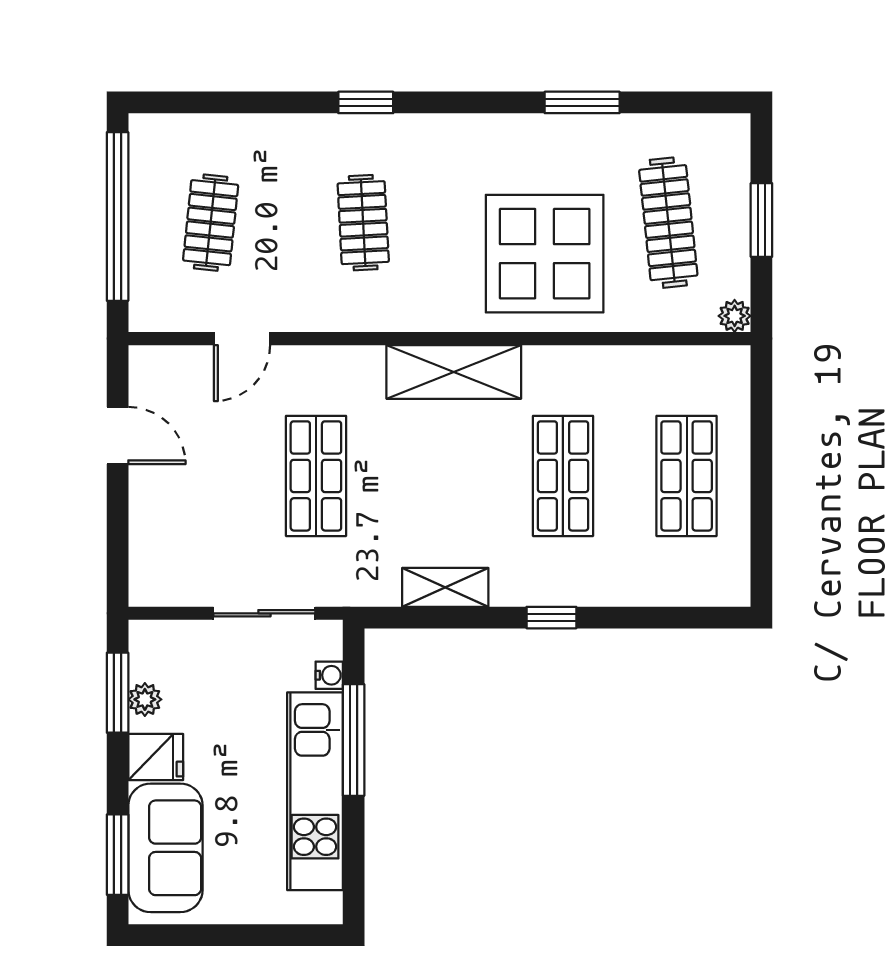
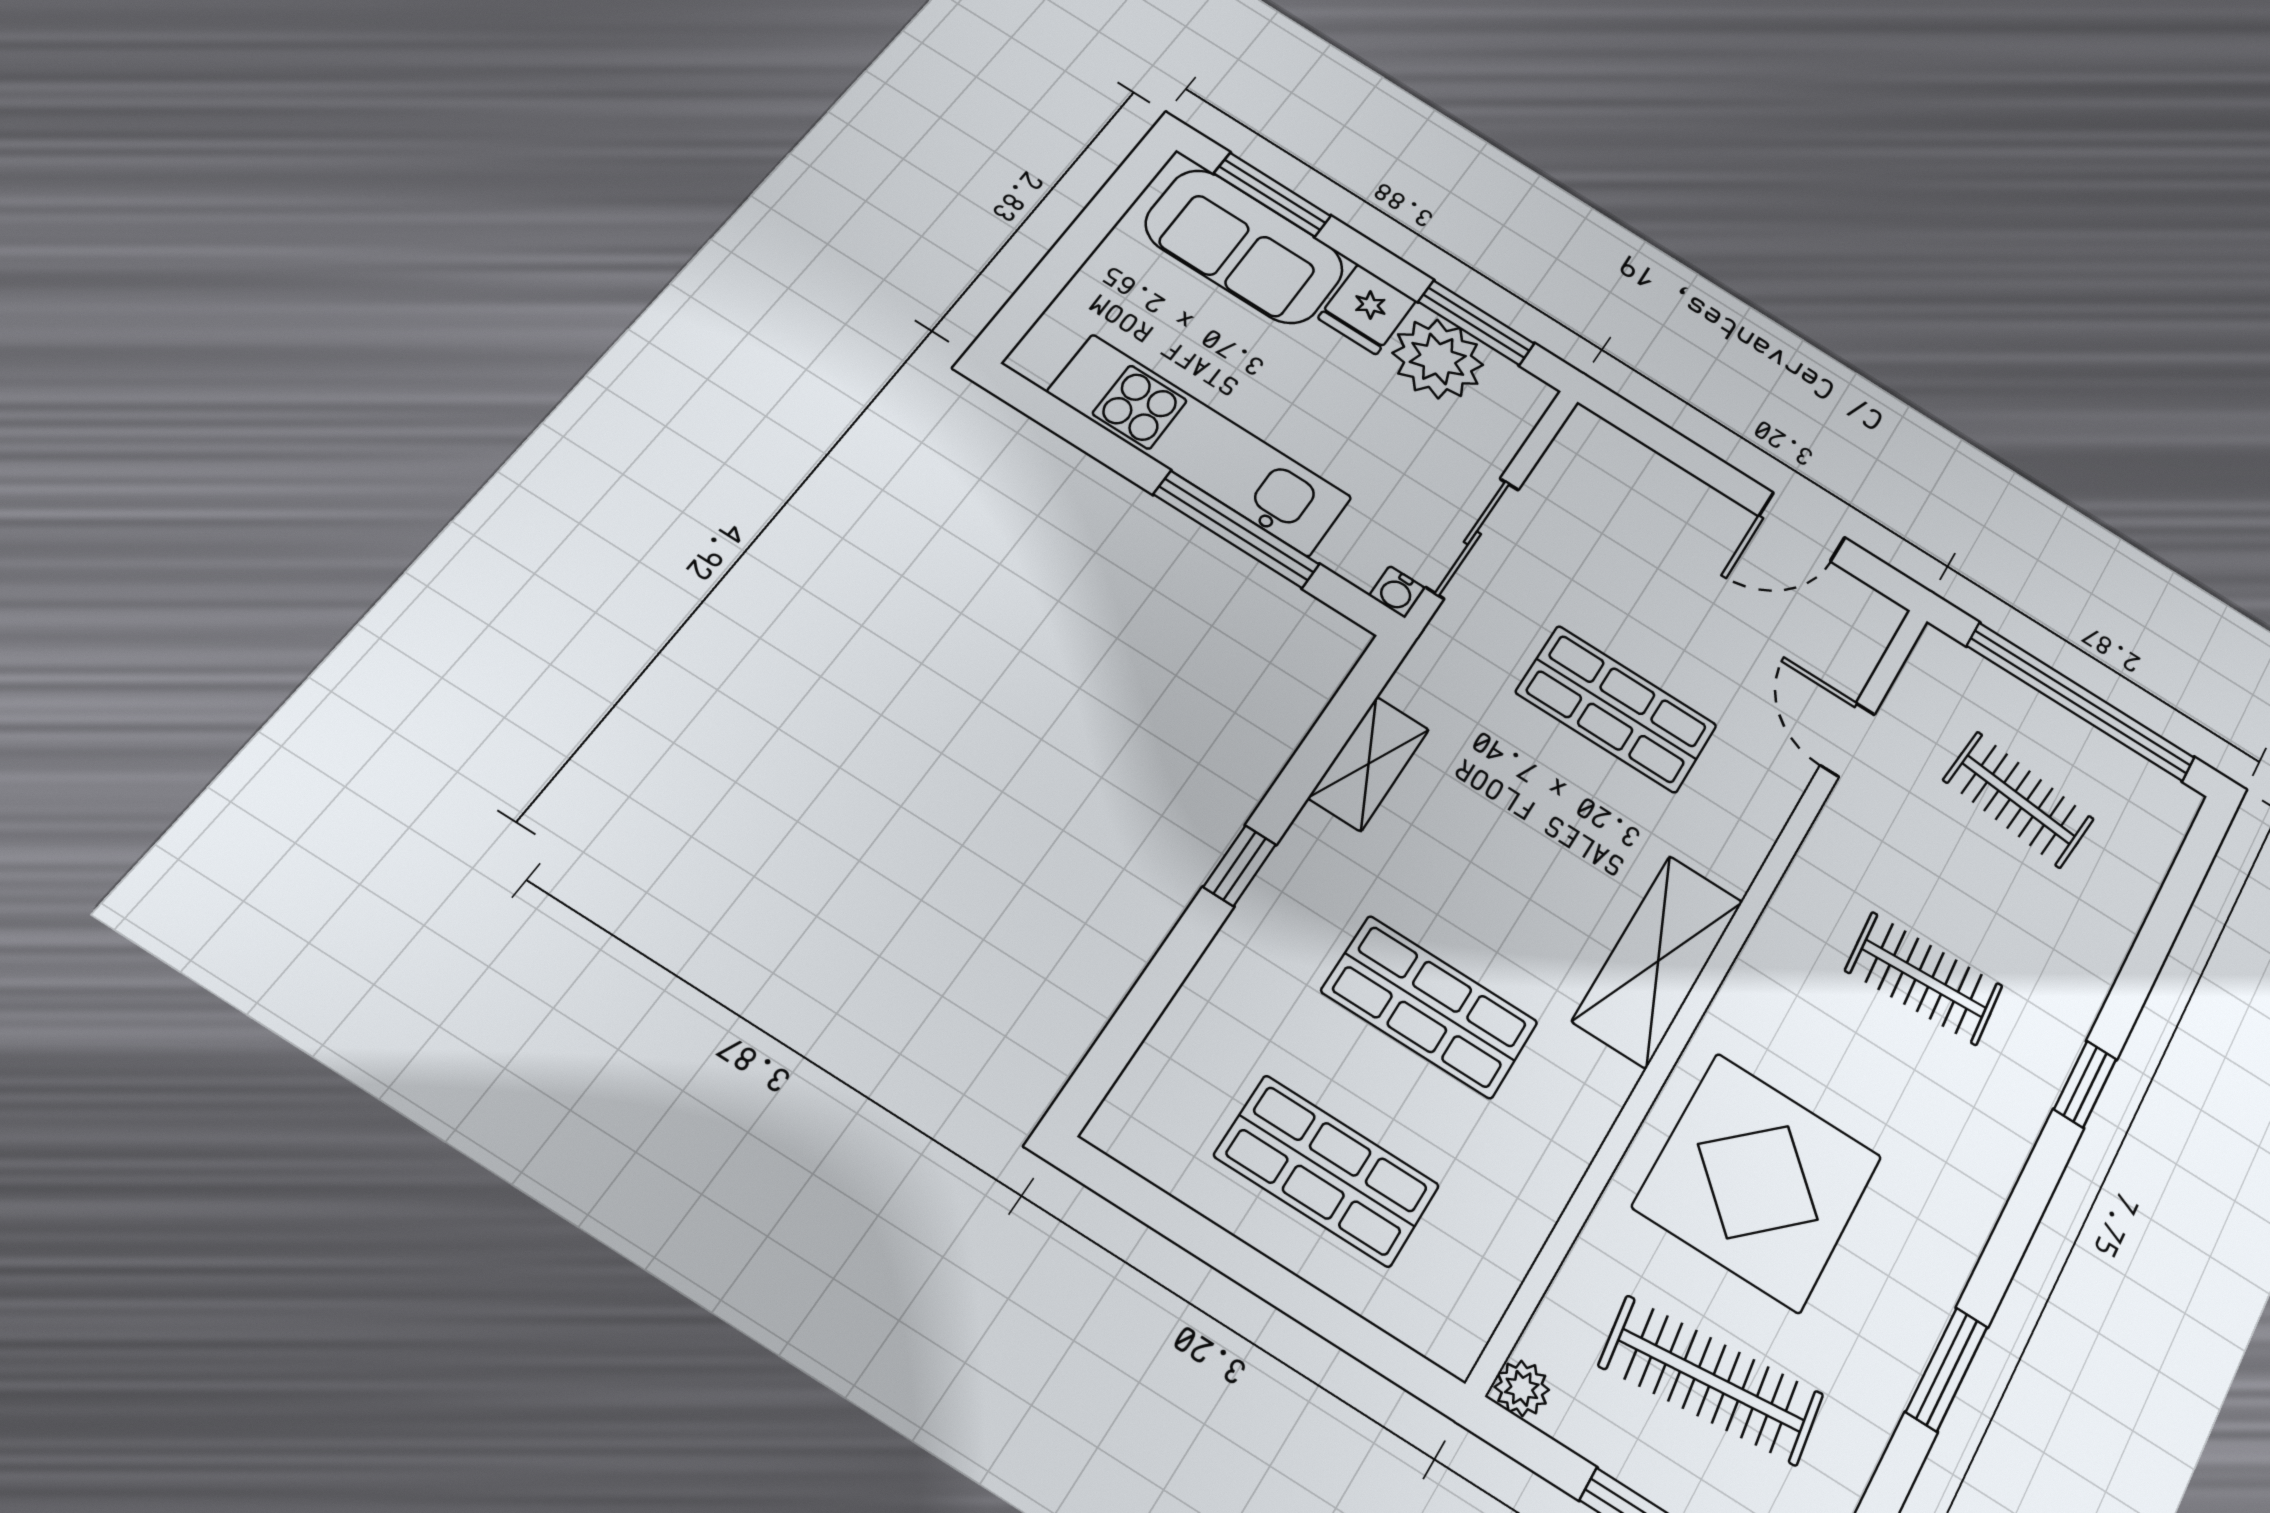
water cooler: (329, 675) -> (1397, 592), moved
plant: (145, 699) -> (1438, 359), width x1.88, depth x1.88

